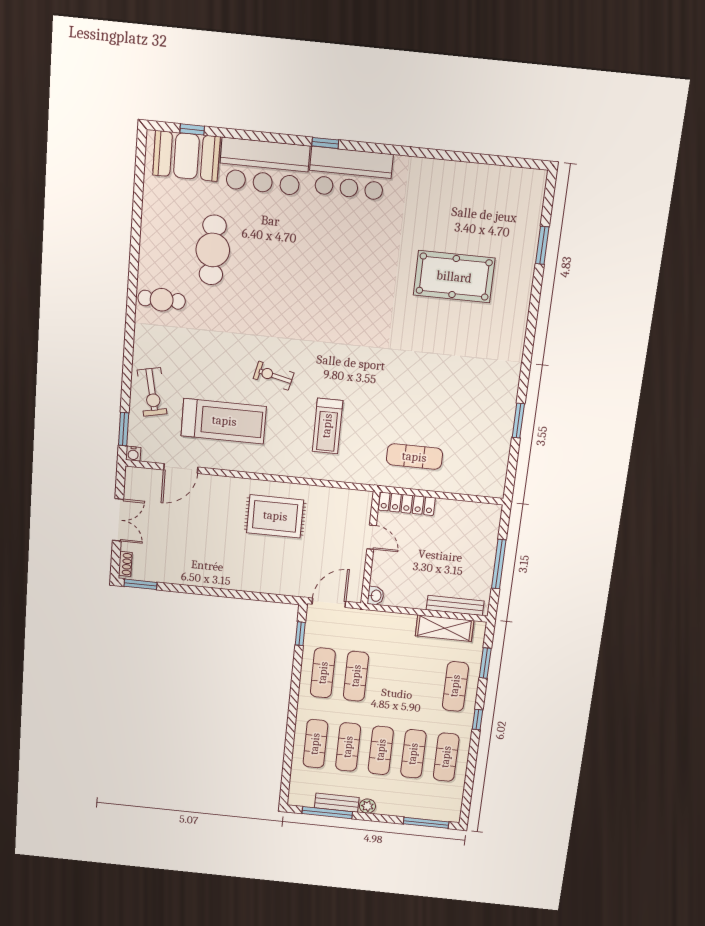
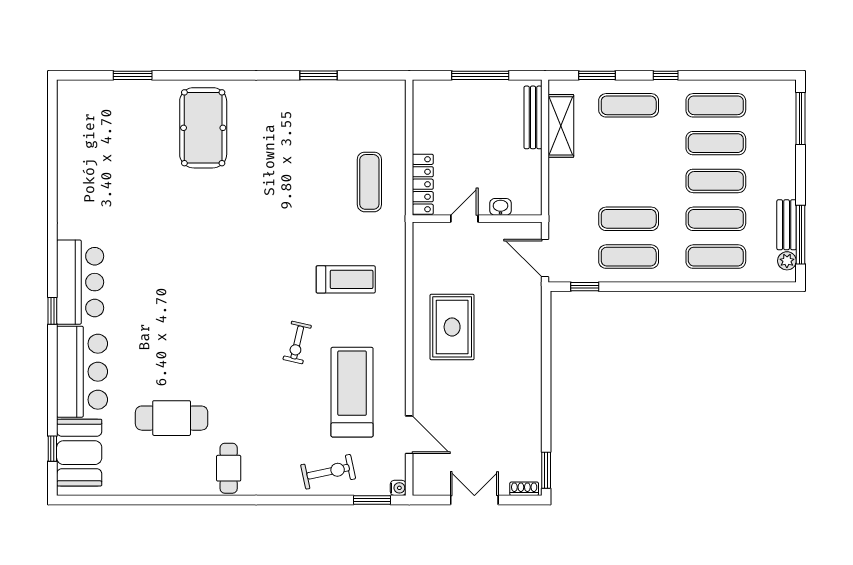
pool table: (454, 277) -> (203, 128), moved
washbasin: (376, 596) -> (500, 207), moved
plant: (367, 806) -> (787, 261), moved

